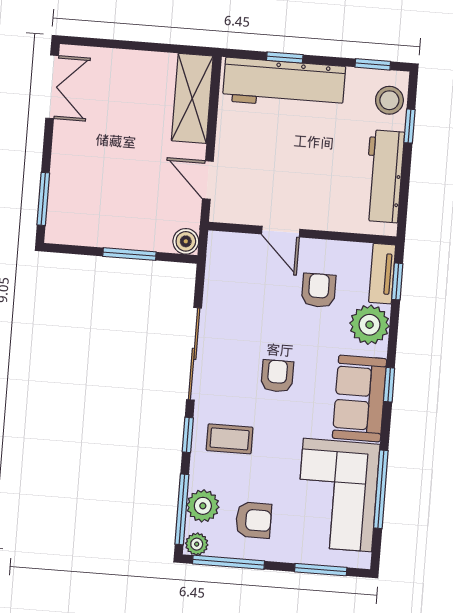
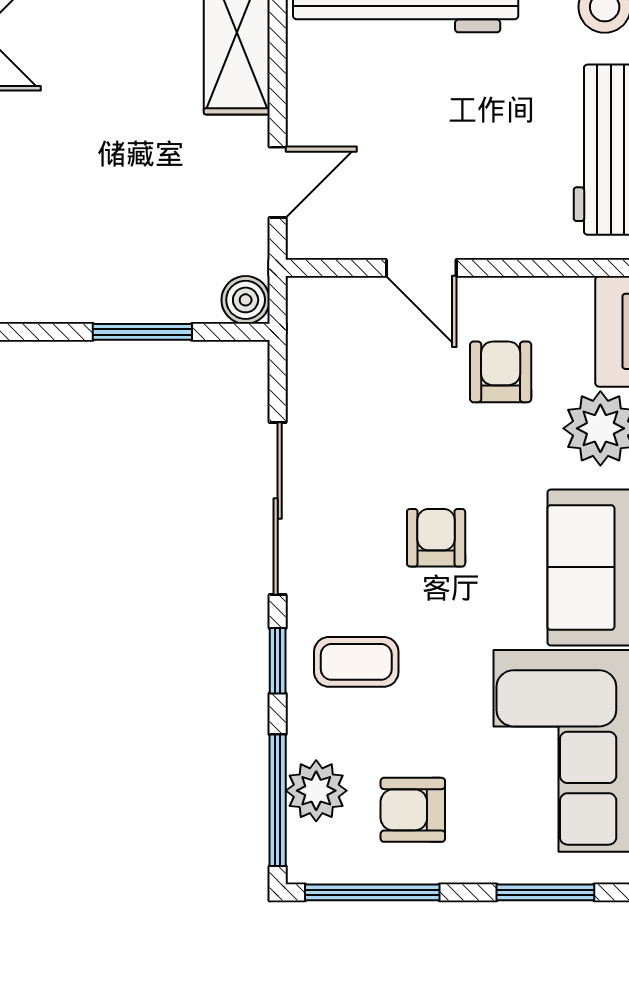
door: (208, 180) -> (278, 182), swing flipped
armchair: (254, 520) -> (413, 810), turned 180
plant: (197, 544) -> (310, 863), removed

